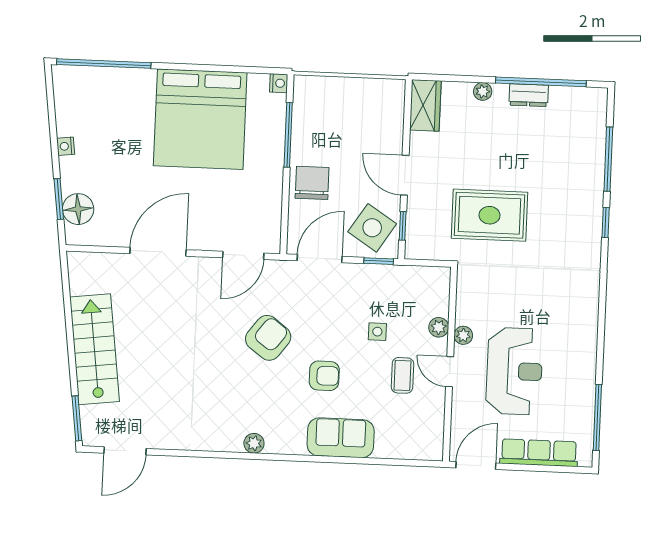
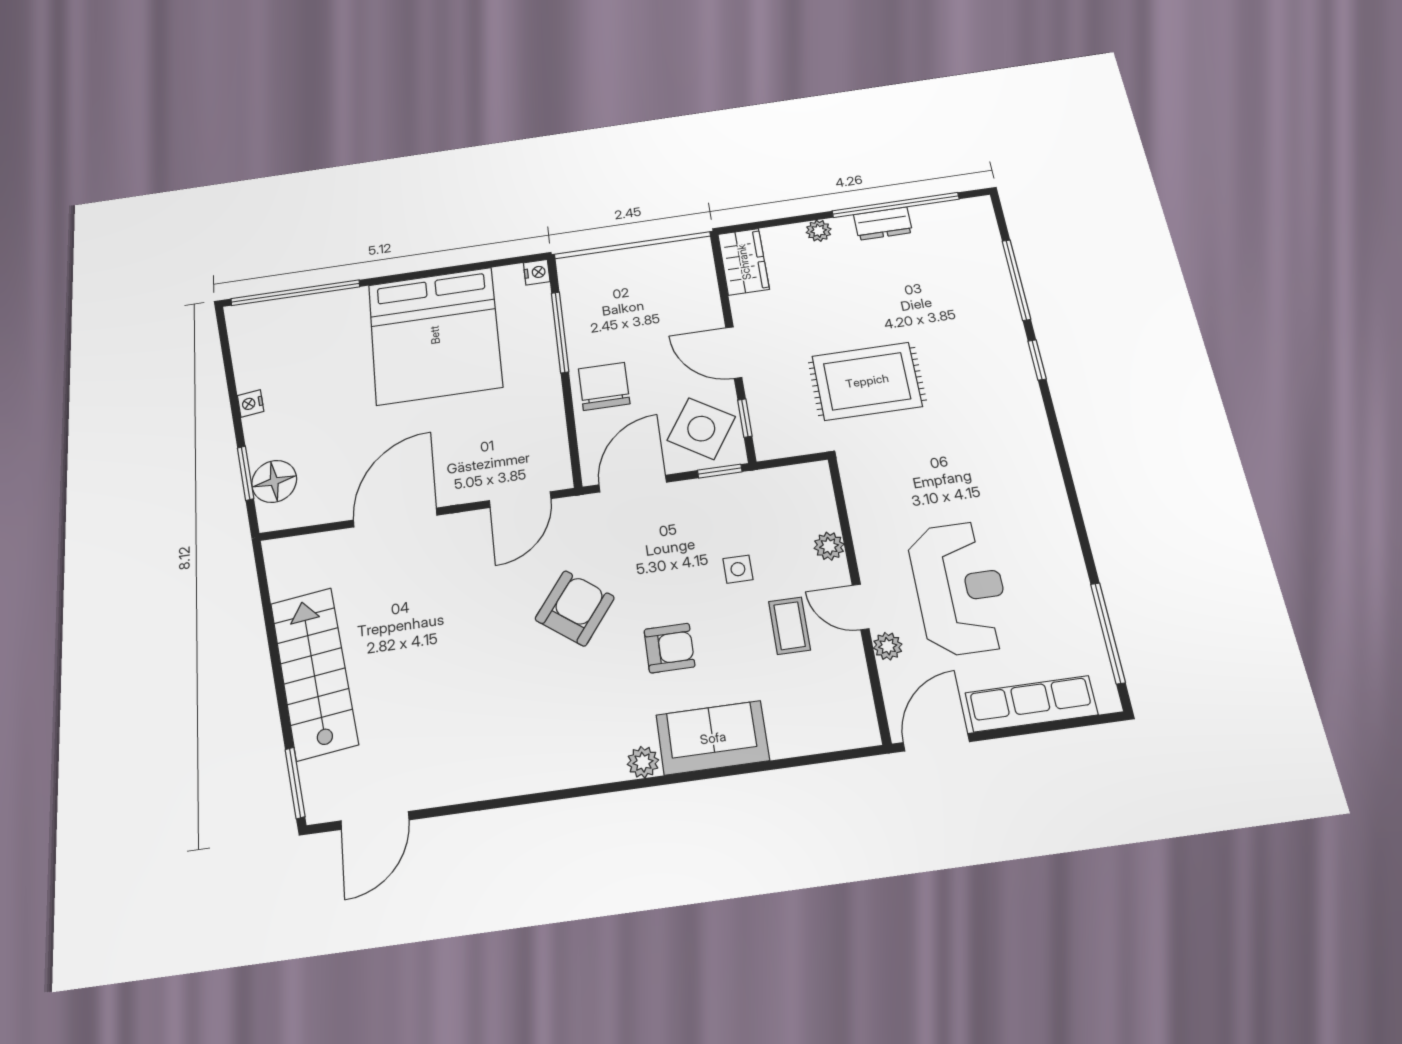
plant: (463, 335) -> (888, 646), moved
plant: (254, 443) -> (643, 762), moved

